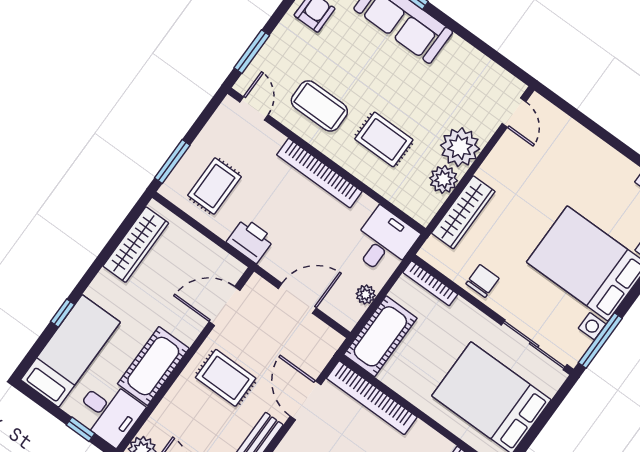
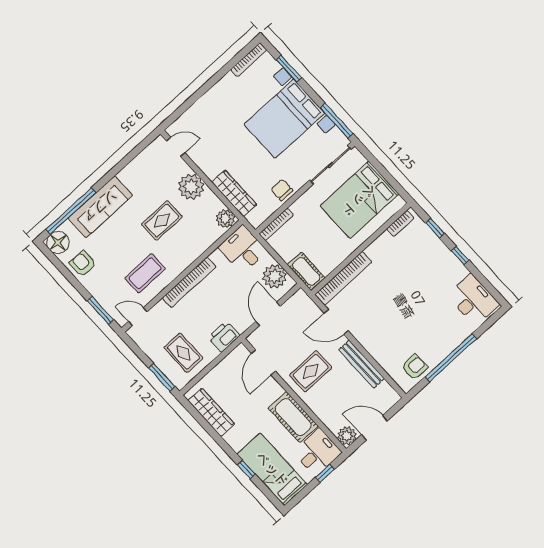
rug: (384, 139) -> (162, 221), moved
plant: (444, 179) -> (225, 219), moved
plant: (366, 295) -> (275, 276), width x1.88, depth x1.88
cot: (380, 336) -> (306, 271), width x0.73, depth x0.75

